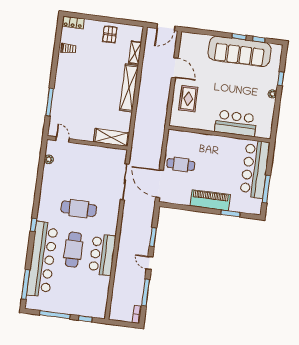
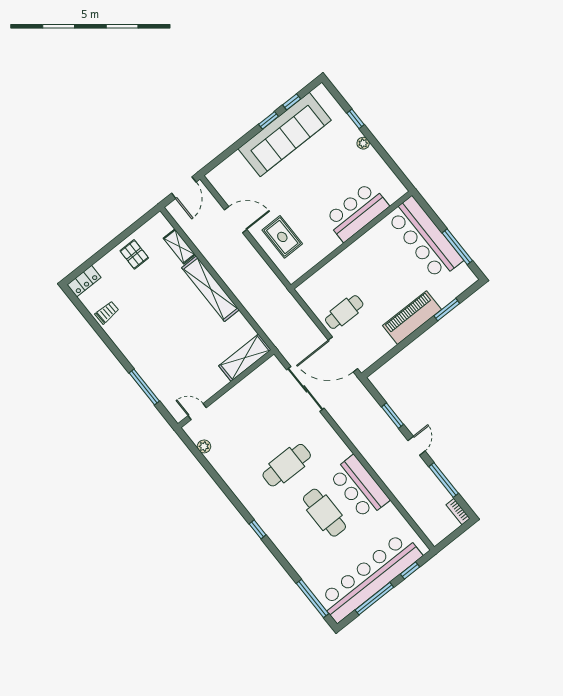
bar counter: (42, 259) -> (370, 577), moved, turned -90
door: (150, 263) -> (416, 446), swing flipped

